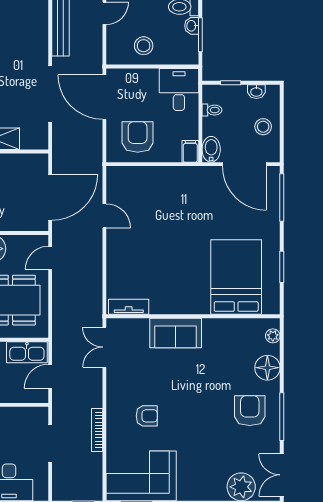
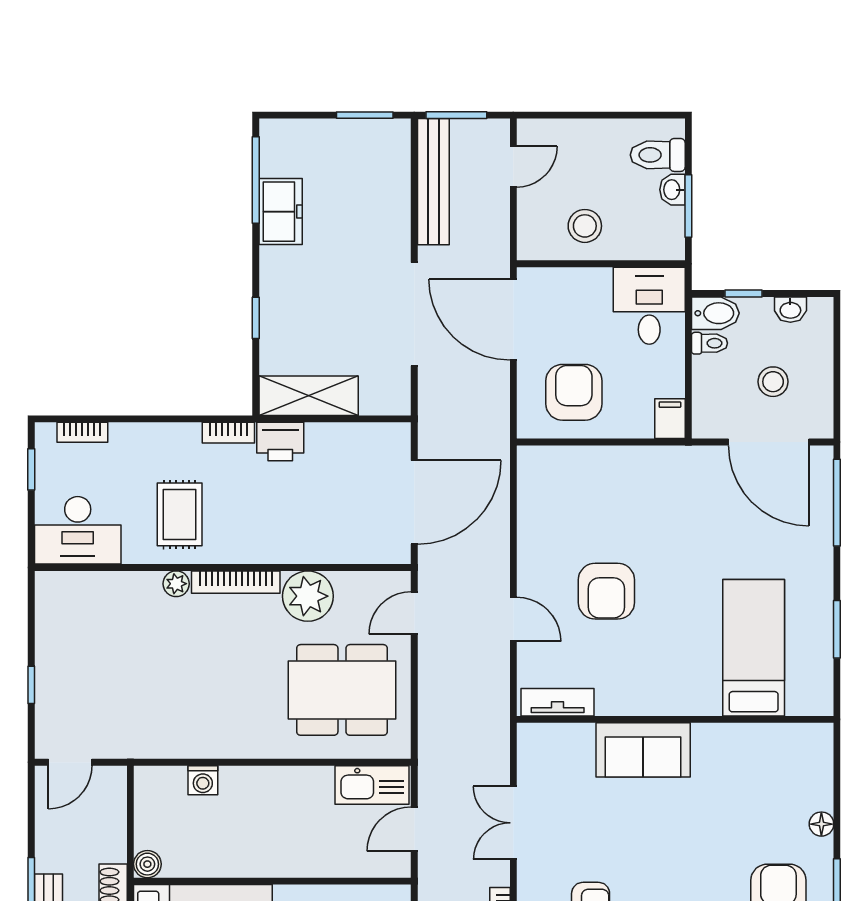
stool: (263, 127) -> (773, 382), moved
bidet: (211, 149) -> (715, 313), moved, turned 90
door: (104, 216) -> (513, 619), moved
armchair: (155, 246) -> (606, 591), added
bed: (236, 277) -> (754, 648), width x0.67
plant: (273, 336) -> (820, 755), removed
double door: (104, 347) -> (513, 823), moved
floor lamp: (267, 368) -> (821, 824), width x0.53, depth x0.53

